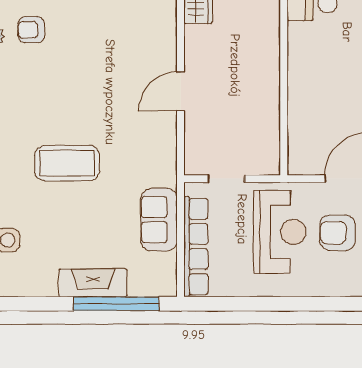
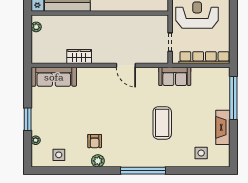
sofa: (159, 220) -> (175, 76), moved
fireplace: (93, 283) -> (223, 127), moved

